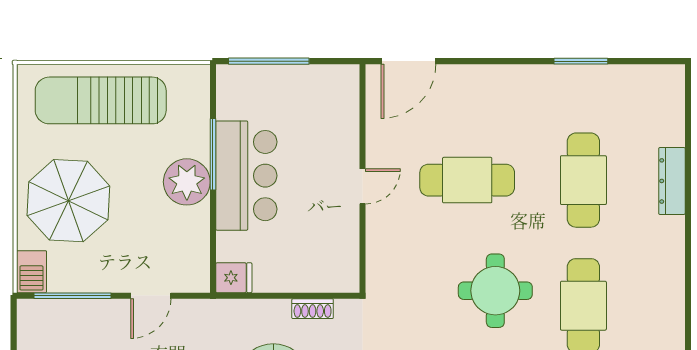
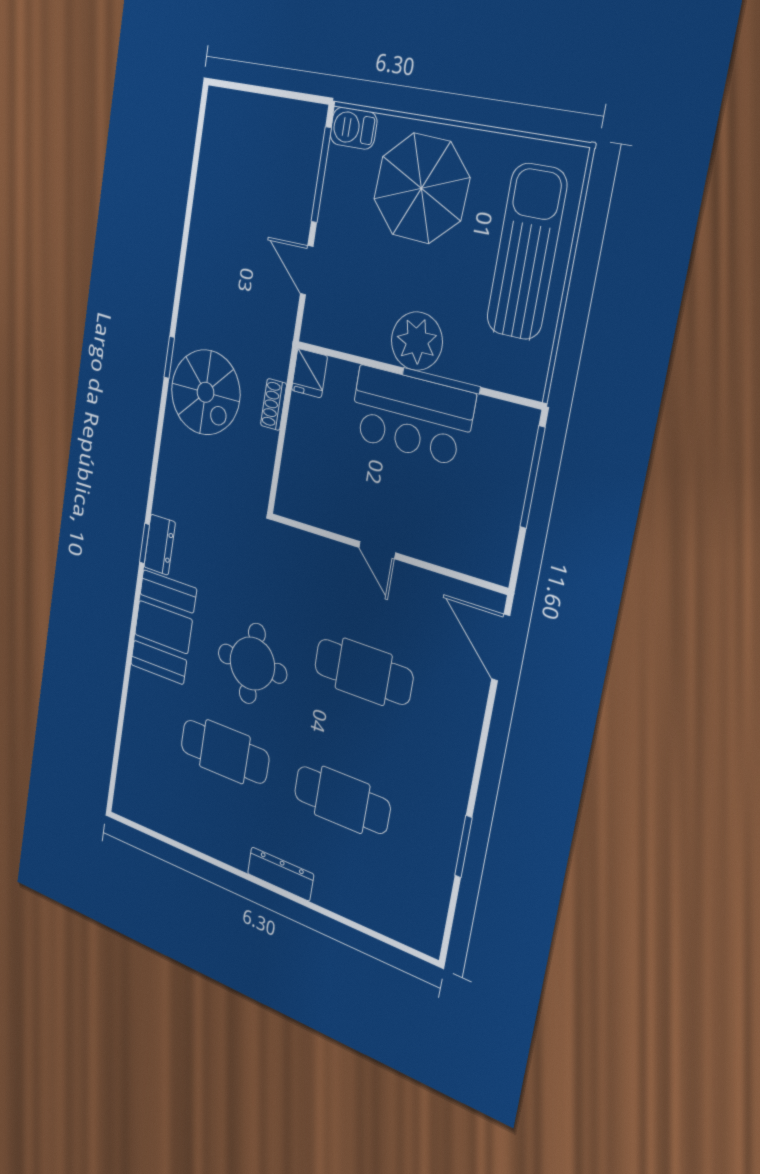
cafe table: (467, 180) -> (363, 672), turned 90
dresser: (672, 181) -> (280, 874), moved
shoe rack: (313, 309) -> (274, 404), moved

